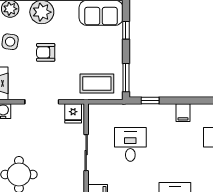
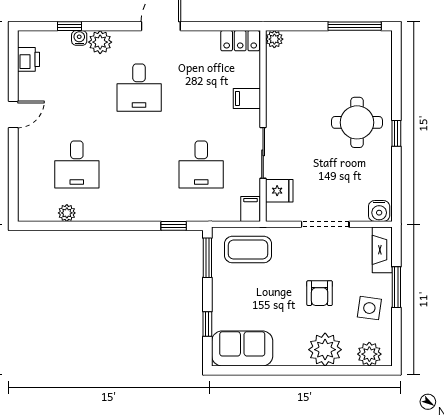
armchair: (46, 52) -> (320, 293), turned 90
fridge: (73, 113) -> (279, 191), moved, turned 90
filing cabinet: (183, 113) -> (250, 209), moved

